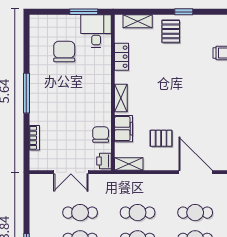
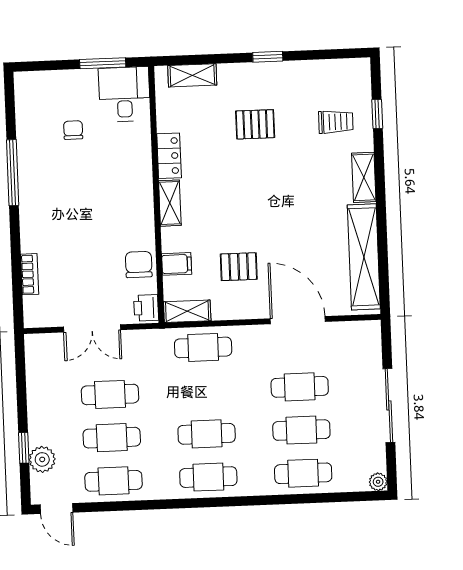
pallet: (171, 31) -> (255, 124), moved, turned 90
chair: (64, 52) -> (73, 130), width x0.54, depth x0.54
locker: (122, 57) -> (169, 156), moved
window: (26, 93) -> (13, 173), moved
filing cabinet: (124, 129) -> (177, 264), width x0.50
cafe table: (138, 213) -> (203, 347), moved

